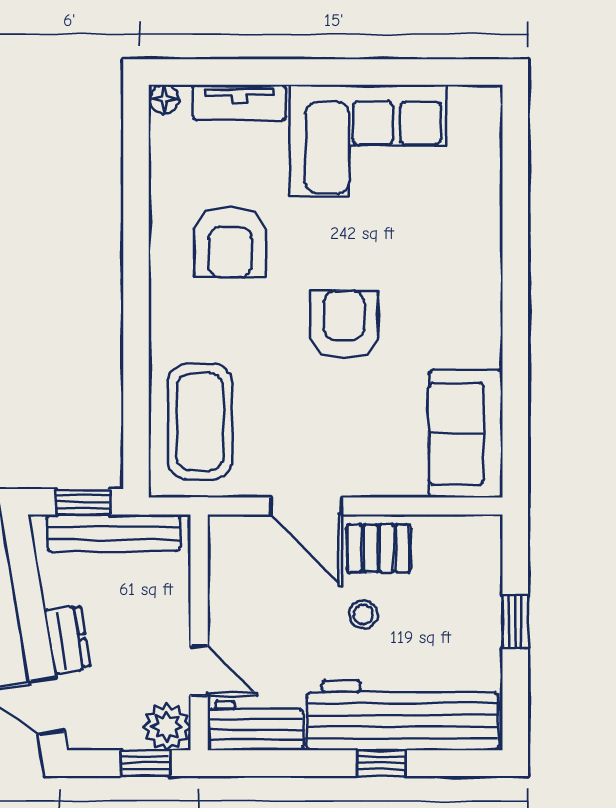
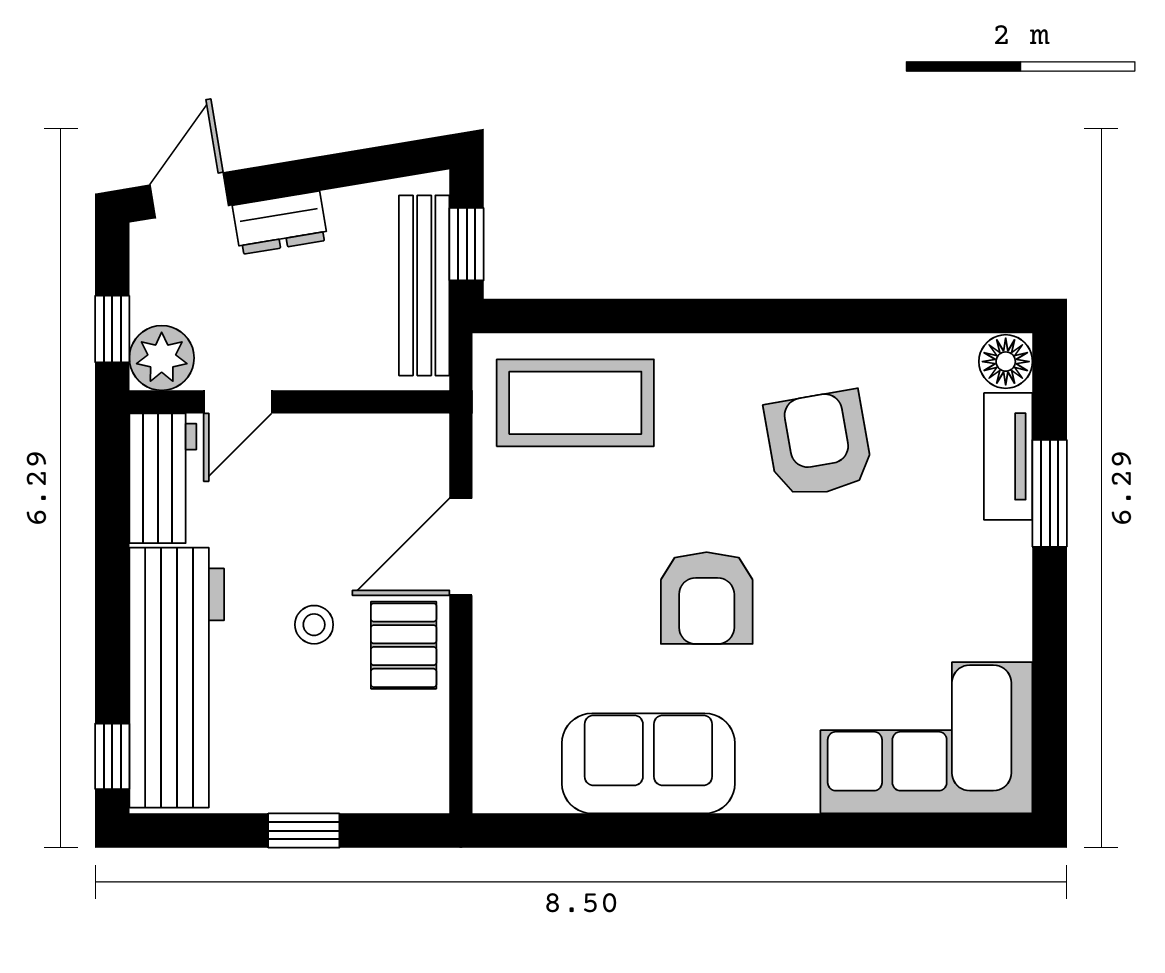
window: (267, 72) -> (1050, 493), added
floor lamp: (164, 99) -> (1006, 362), width x1.37, depth x1.37
corner sofa: (368, 140) -> (926, 738), moved, turned 90
armchair: (230, 242) -> (819, 444), turned 80
armchair: (344, 325) -> (707, 598), turned 90
sofa: (466, 434) -> (648, 763), moved
window: (382, 763) -> (112, 756), moved

